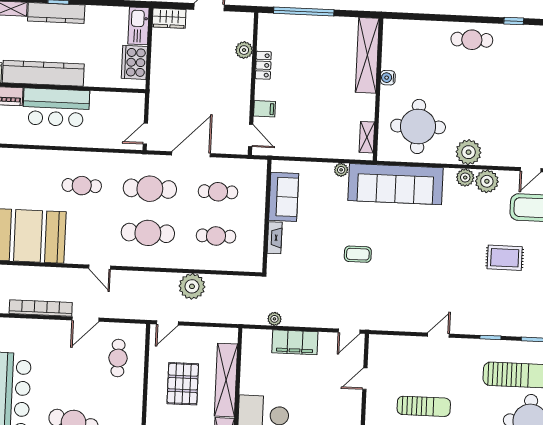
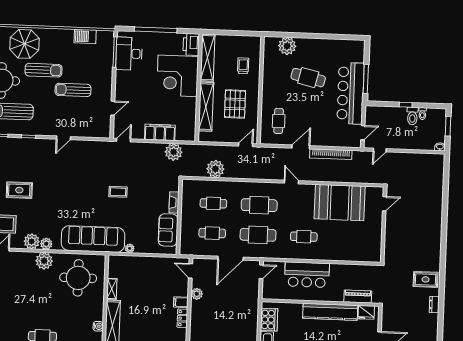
plant: (244, 50) -> (197, 294), moved
water cooler: (388, 78) -> (98, 326), moved
bar counter: (56, 107) -> (307, 275), moved, turned 180
filing cabinet: (264, 109) -> (181, 302), moved
shelving: (367, 137) -> (112, 289), moved
plant: (192, 286) -> (215, 169), moved
plant: (274, 319) -> (174, 152), width x1.88, depth x1.88

